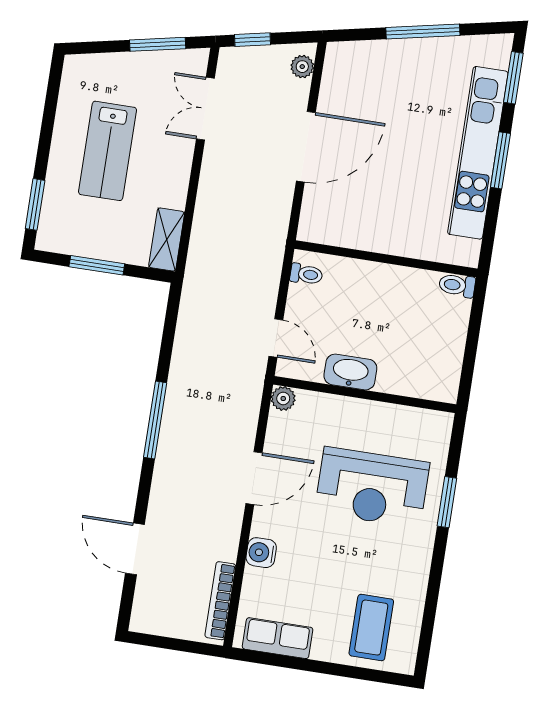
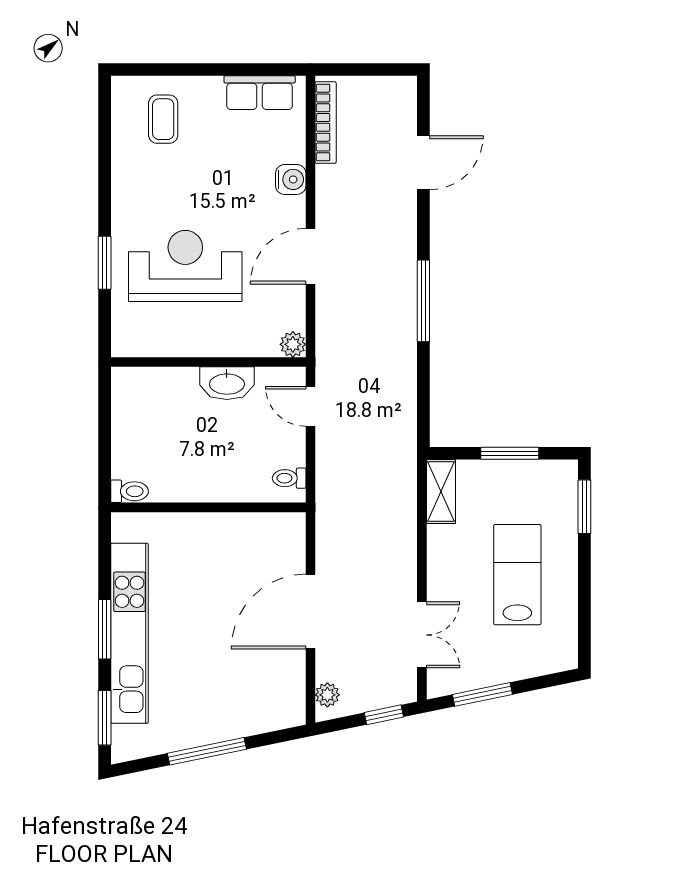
door: (135, 549) -> (423, 163), hinge flipped
coffee table: (371, 628) -> (163, 119), width x0.73, depth x0.77

